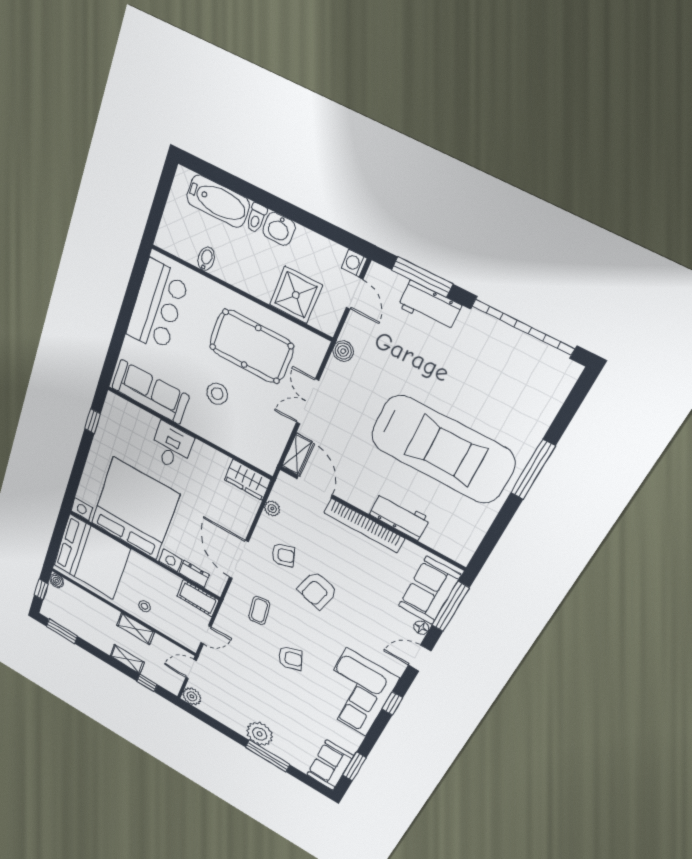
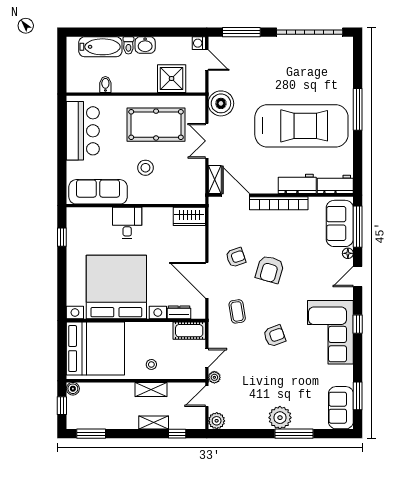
workbench: (430, 306) -> (335, 184), moved, turned 180
boiler: (343, 351) -> (221, 103), width x1.86, depth x1.86
plant: (272, 509) -> (214, 377), moved

